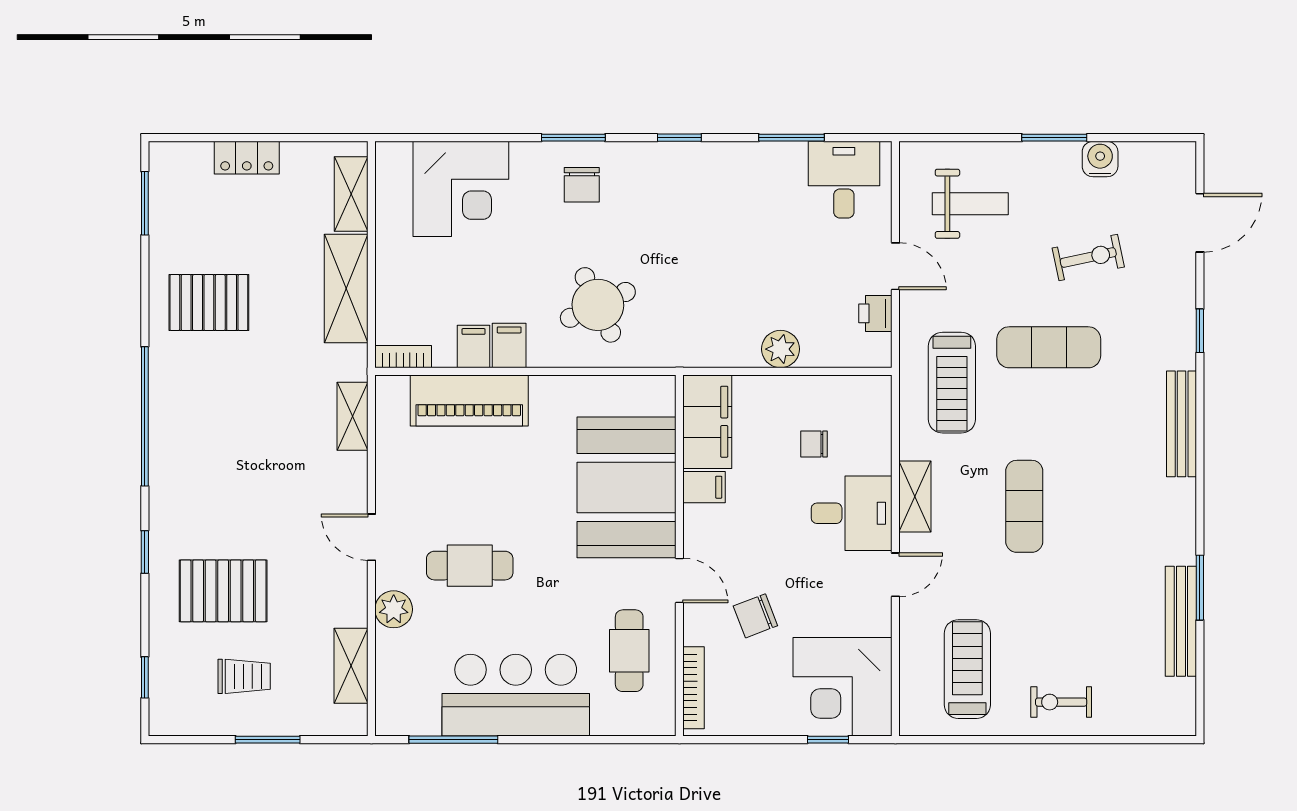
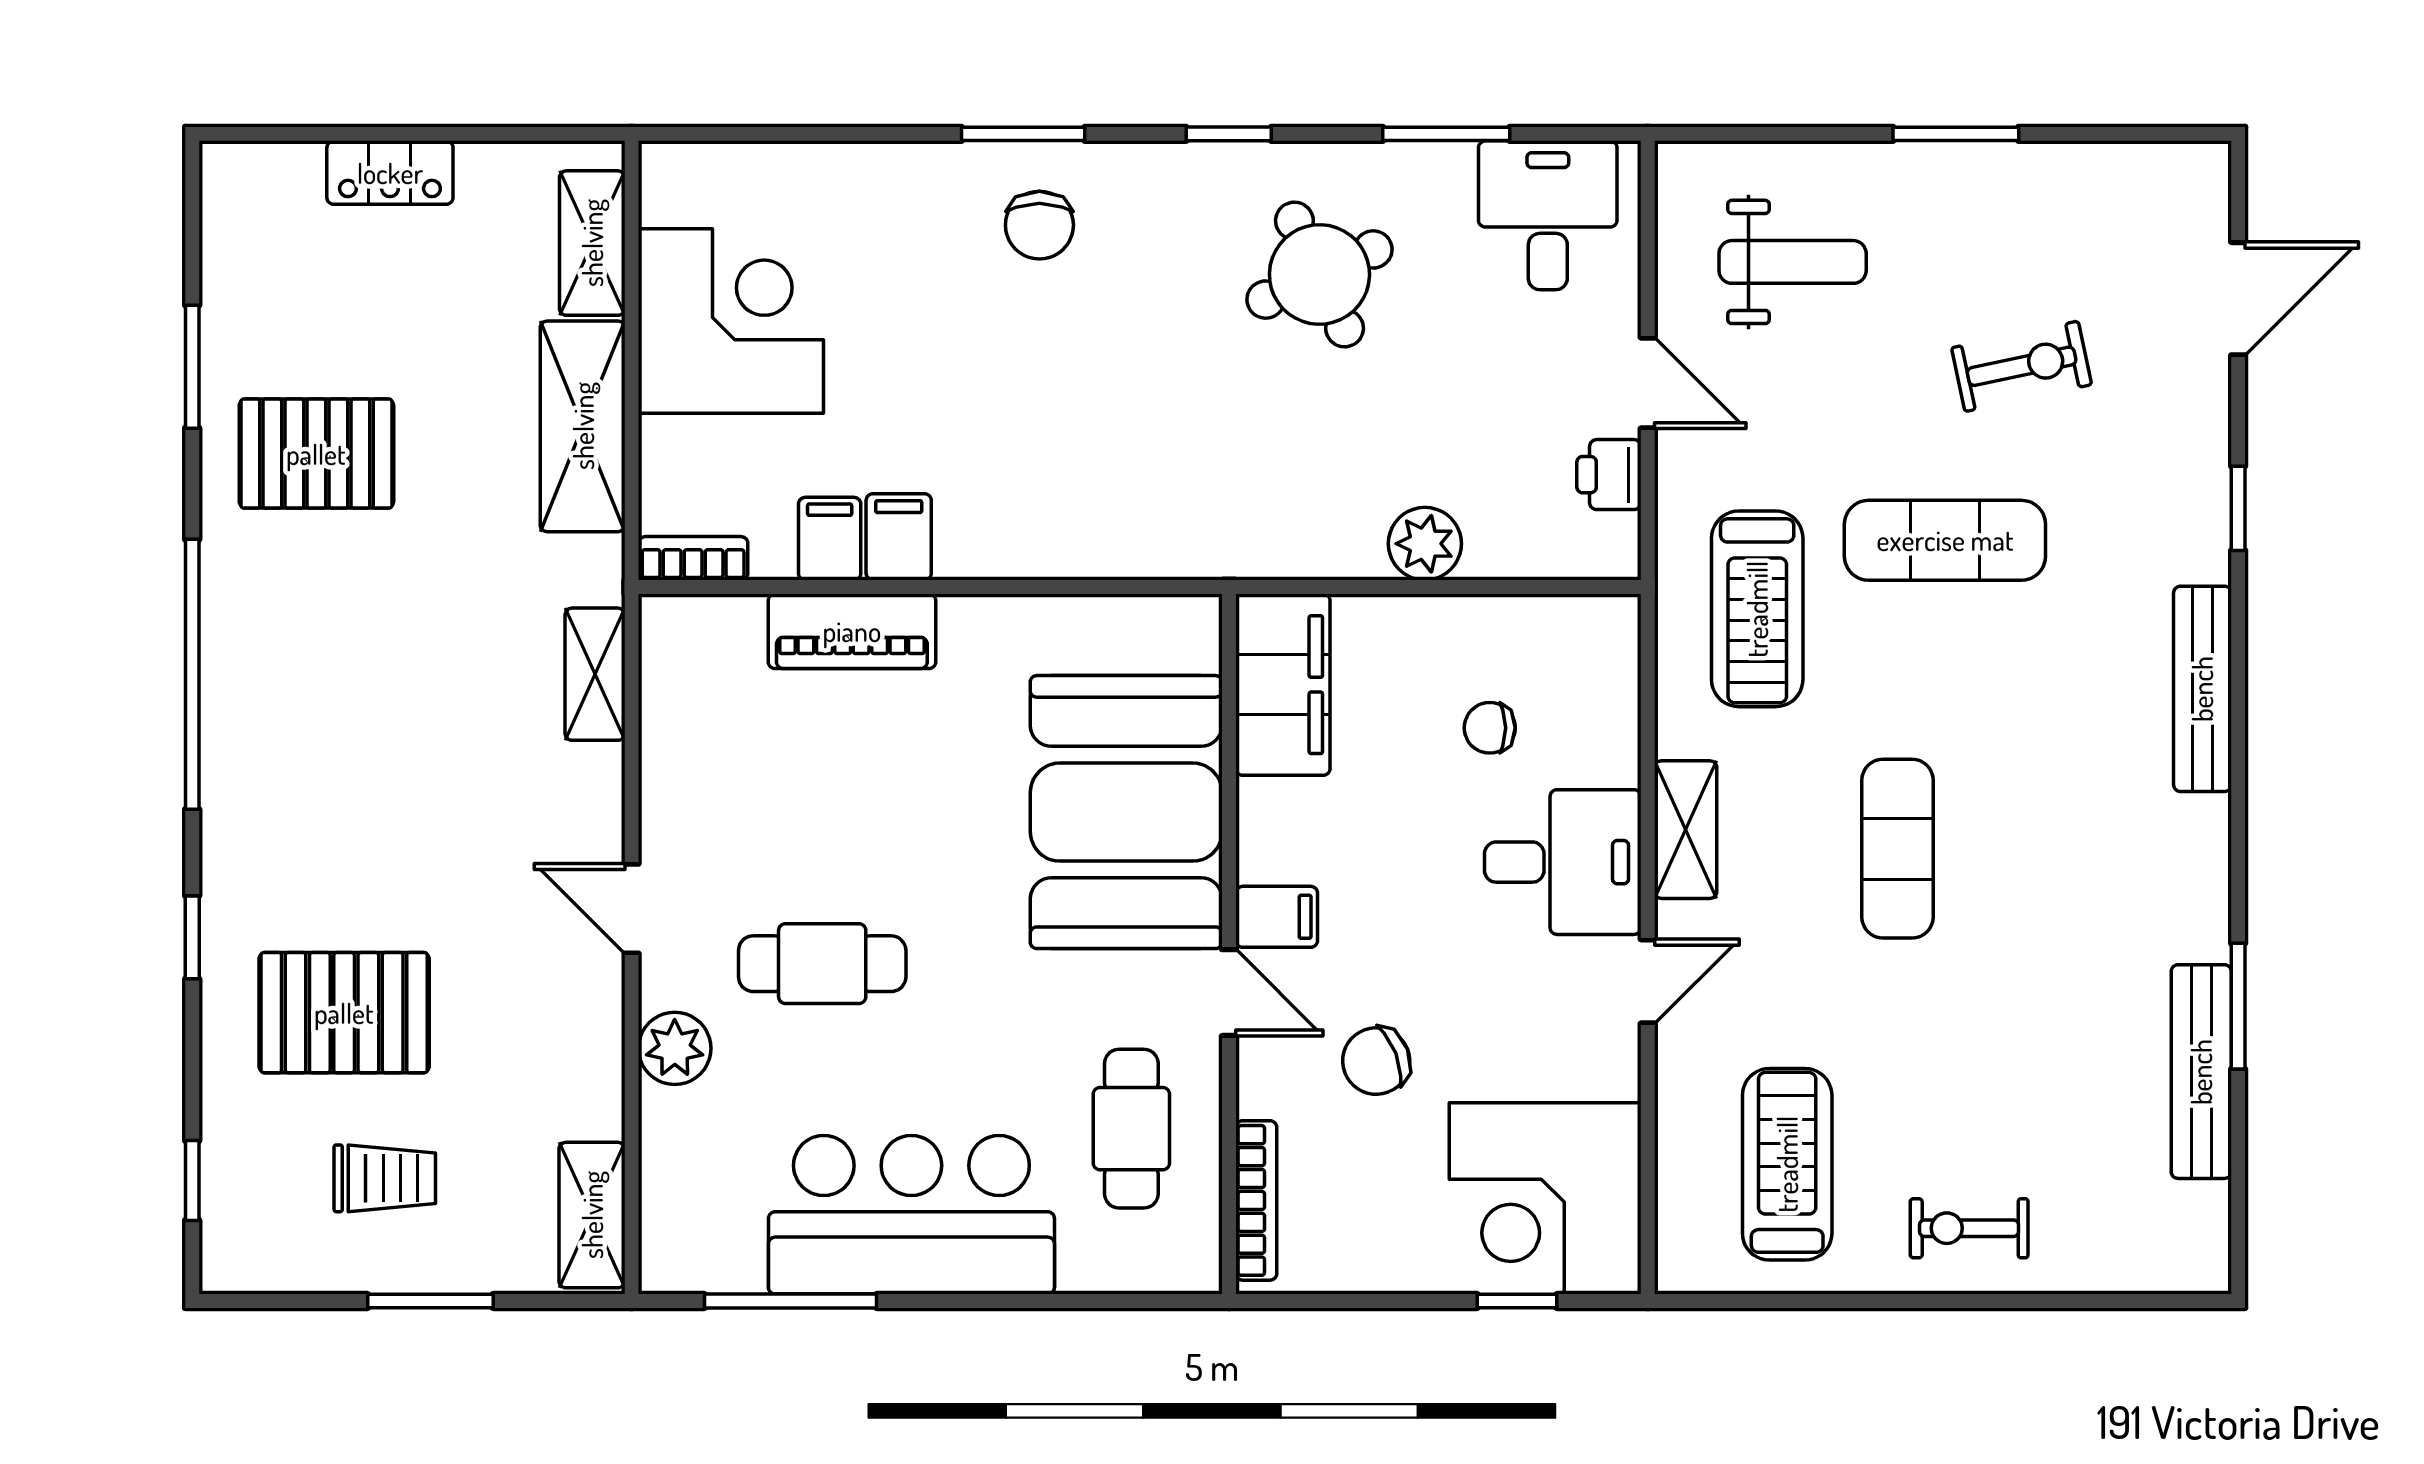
water cooler: (1100, 159) -> (2045, 175), removed
corner desk: (461, 189) -> (731, 321), moved, turned -90
window: (145, 203) -> (192, 367), moved
round table: (598, 305) -> (1319, 274), moved
piano: (469, 401) -> (852, 631), width x0.73, depth x0.75
filing cabinet: (704, 487) -> (1277, 917), moved
shelving: (351, 666) -> (592, 1215), moved

